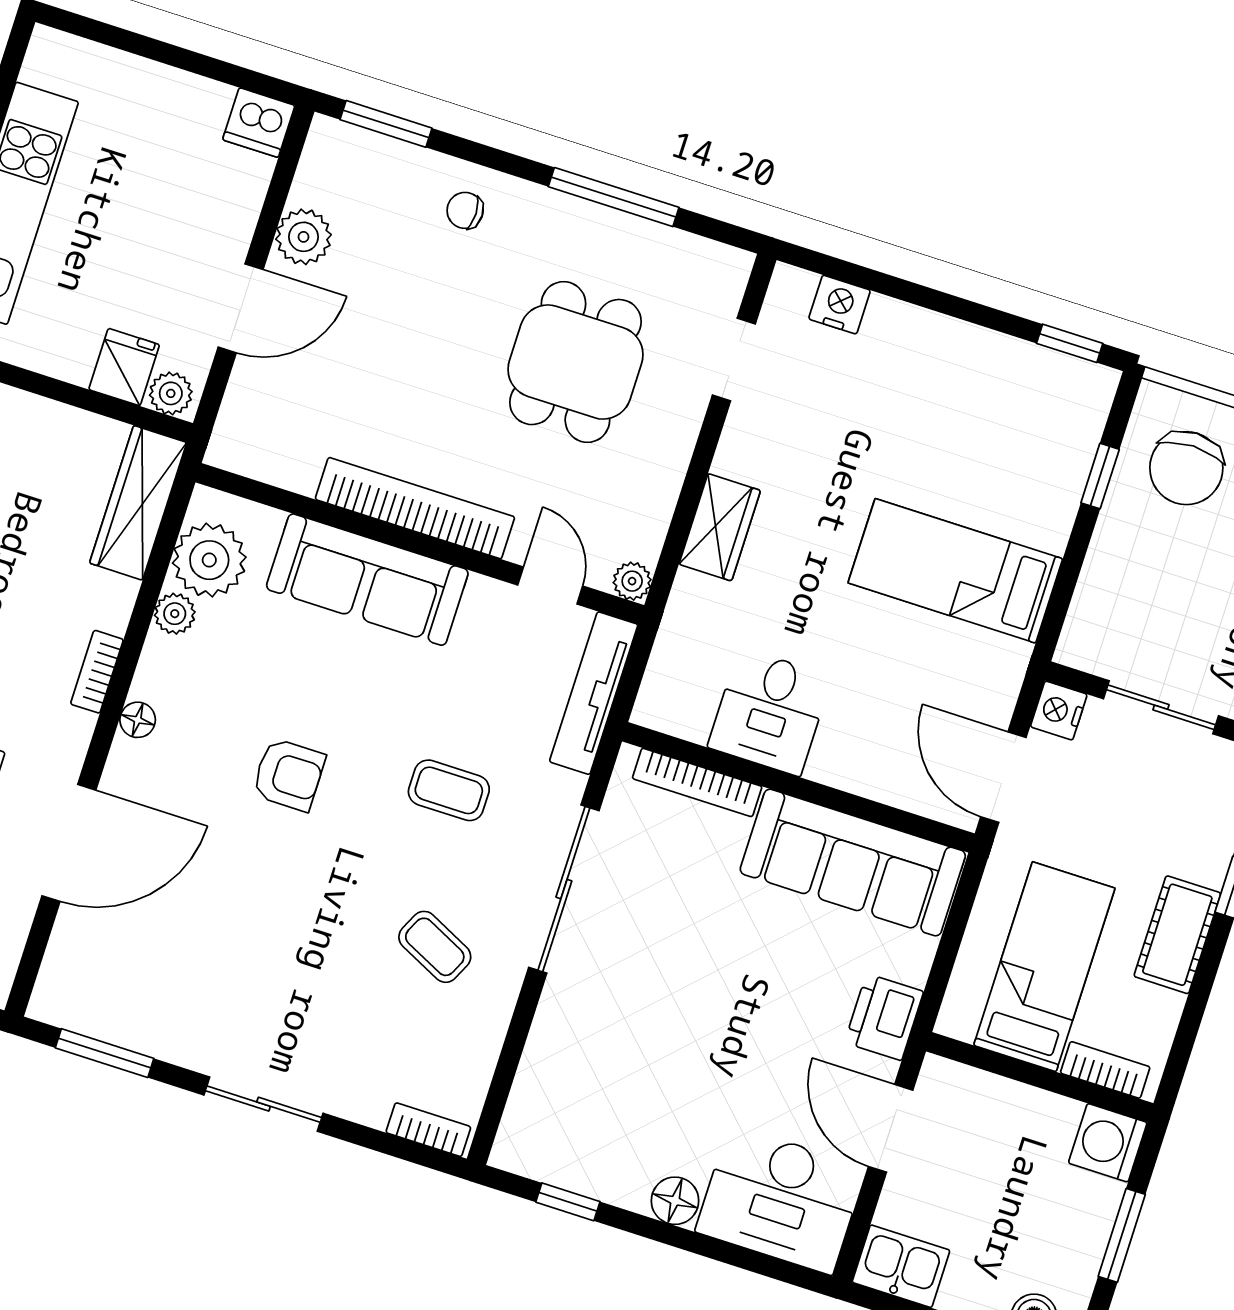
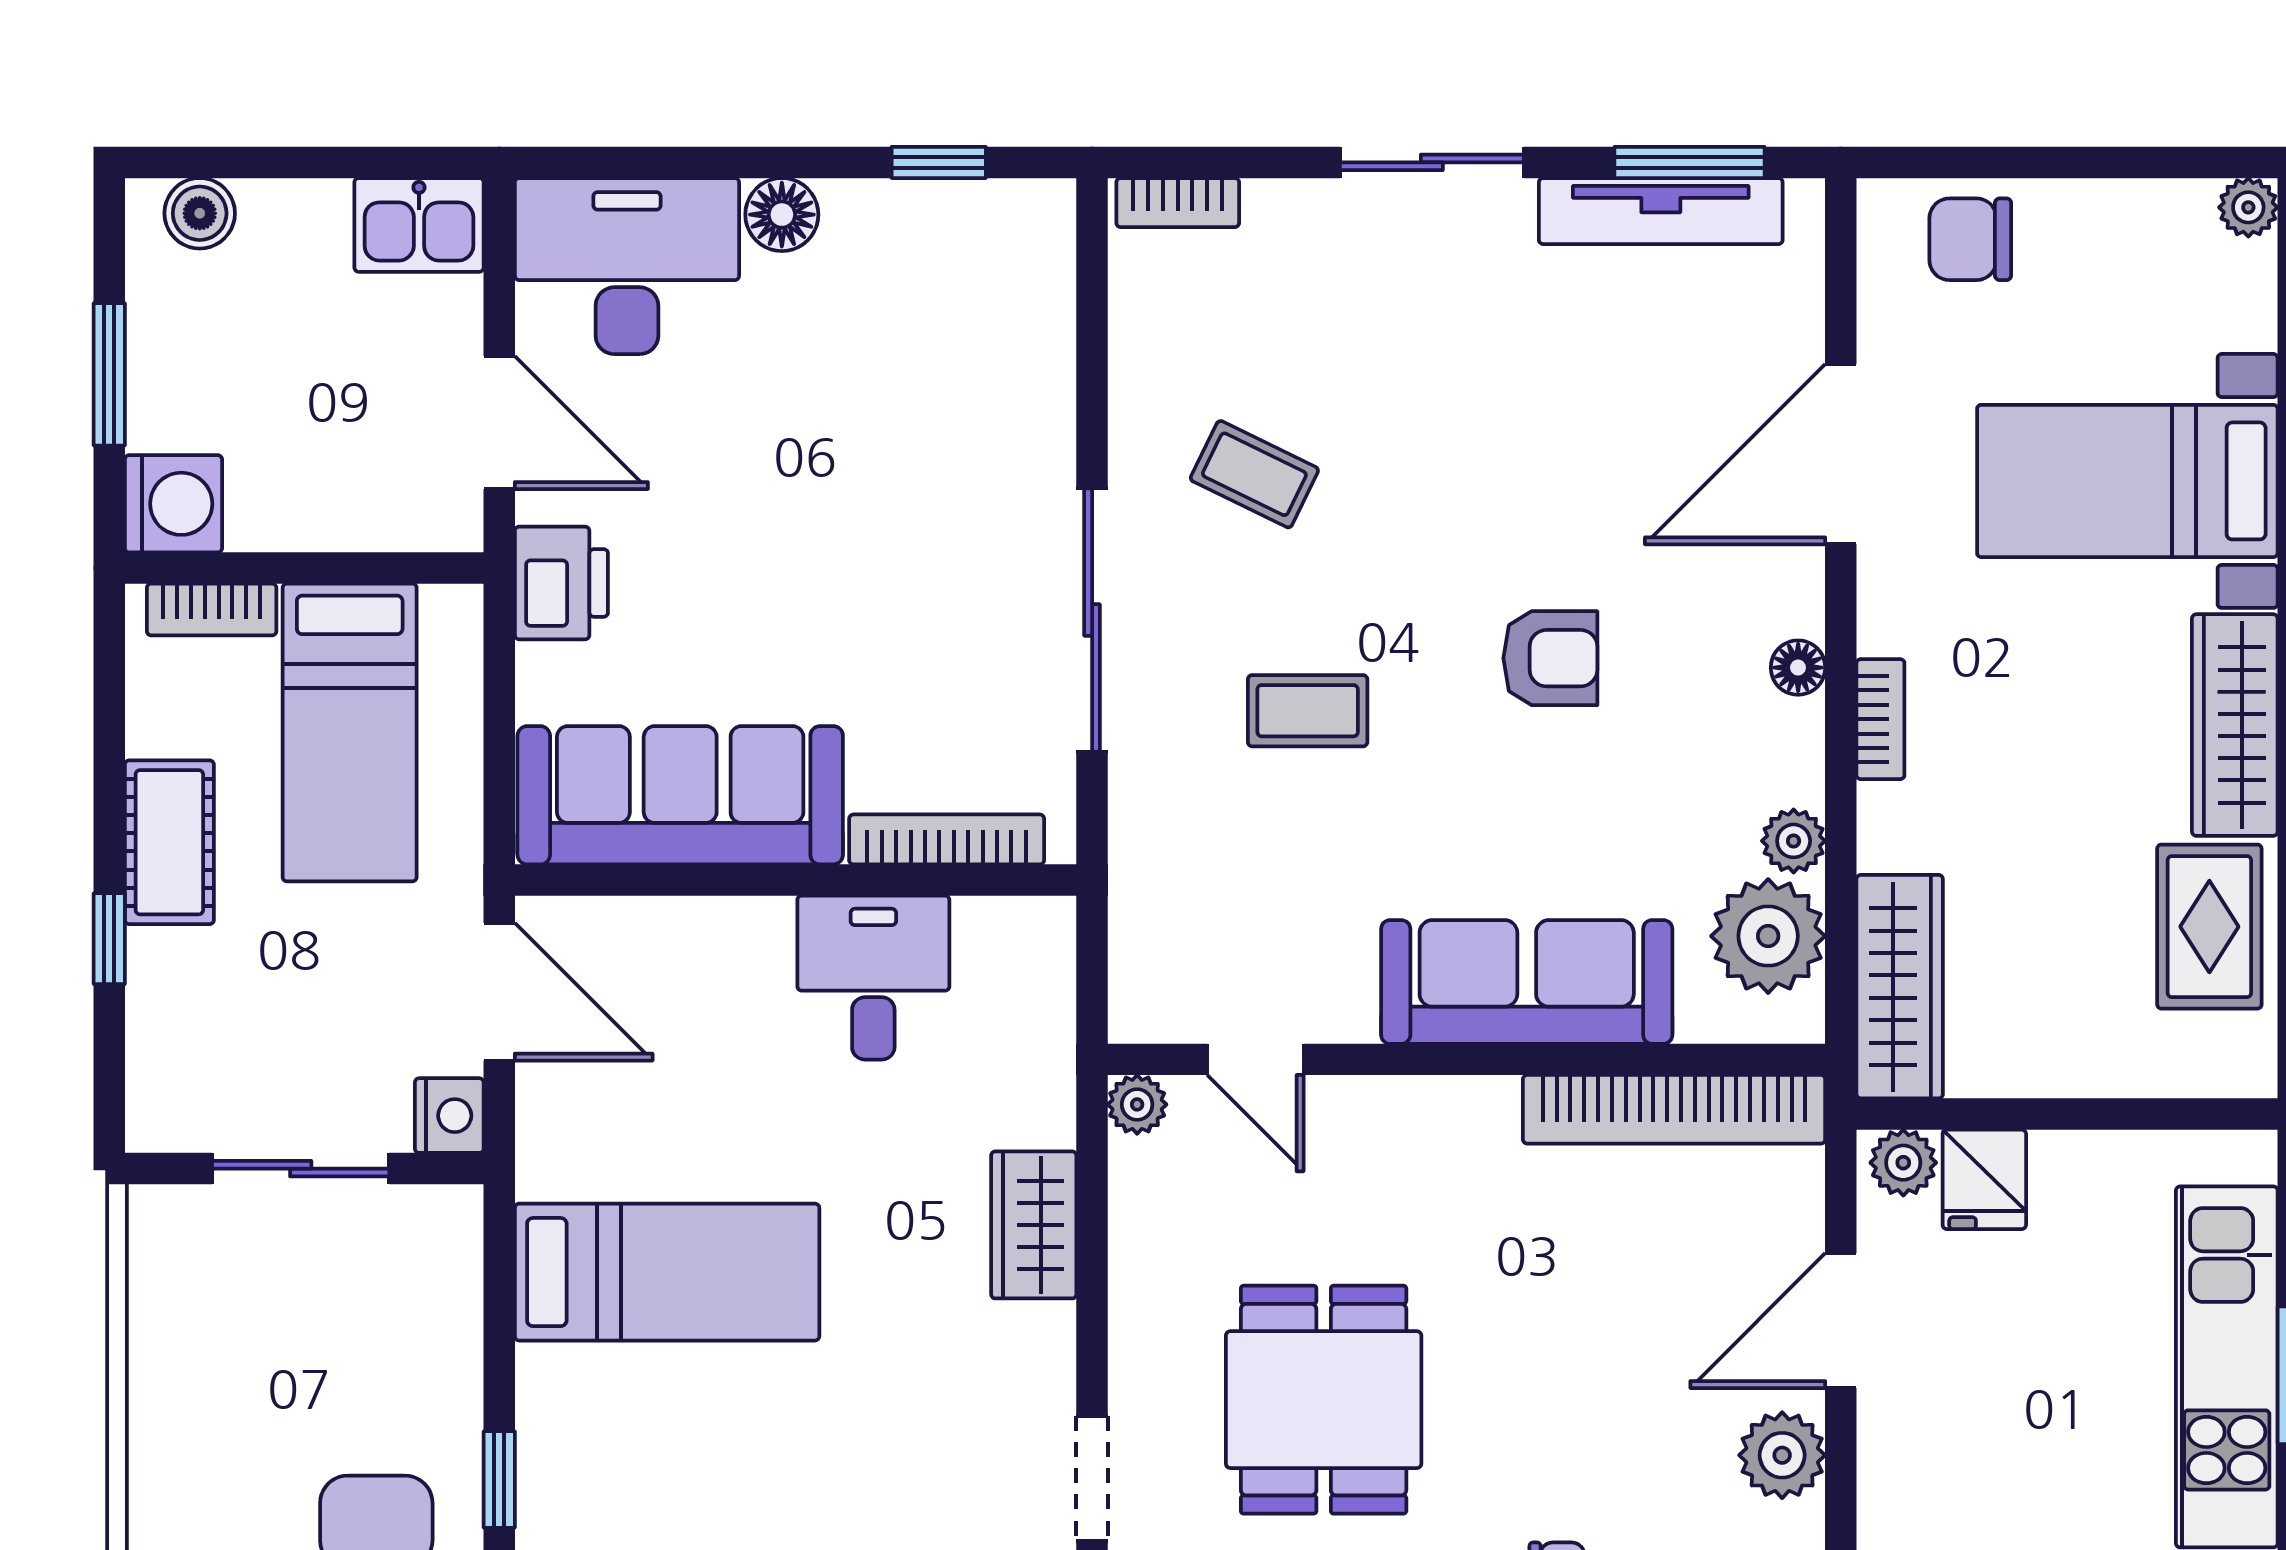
bookcase: (415, 508) -> (1674, 1109), moved
tv unit: (594, 693) -> (1661, 211), moved, turned 90
armchair: (289, 775) -> (1550, 658), turned 180

